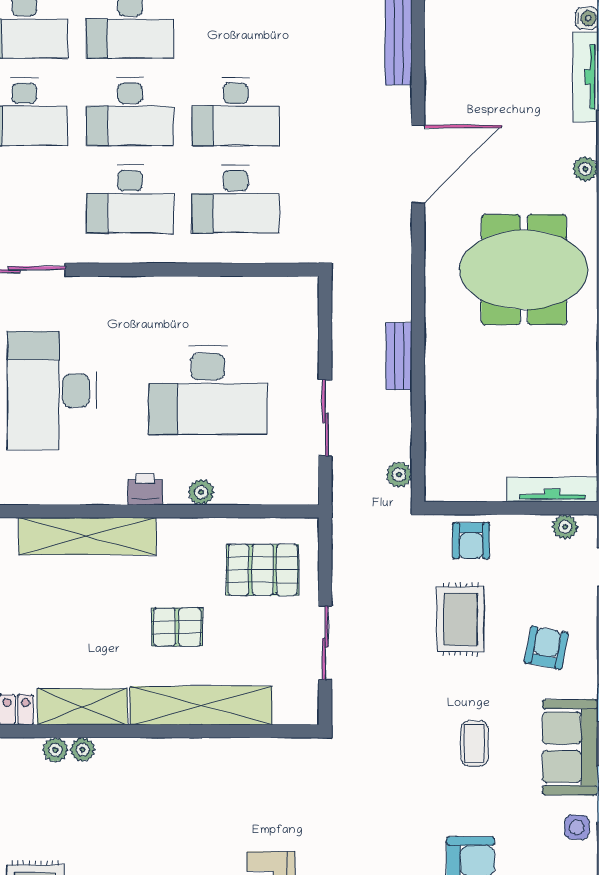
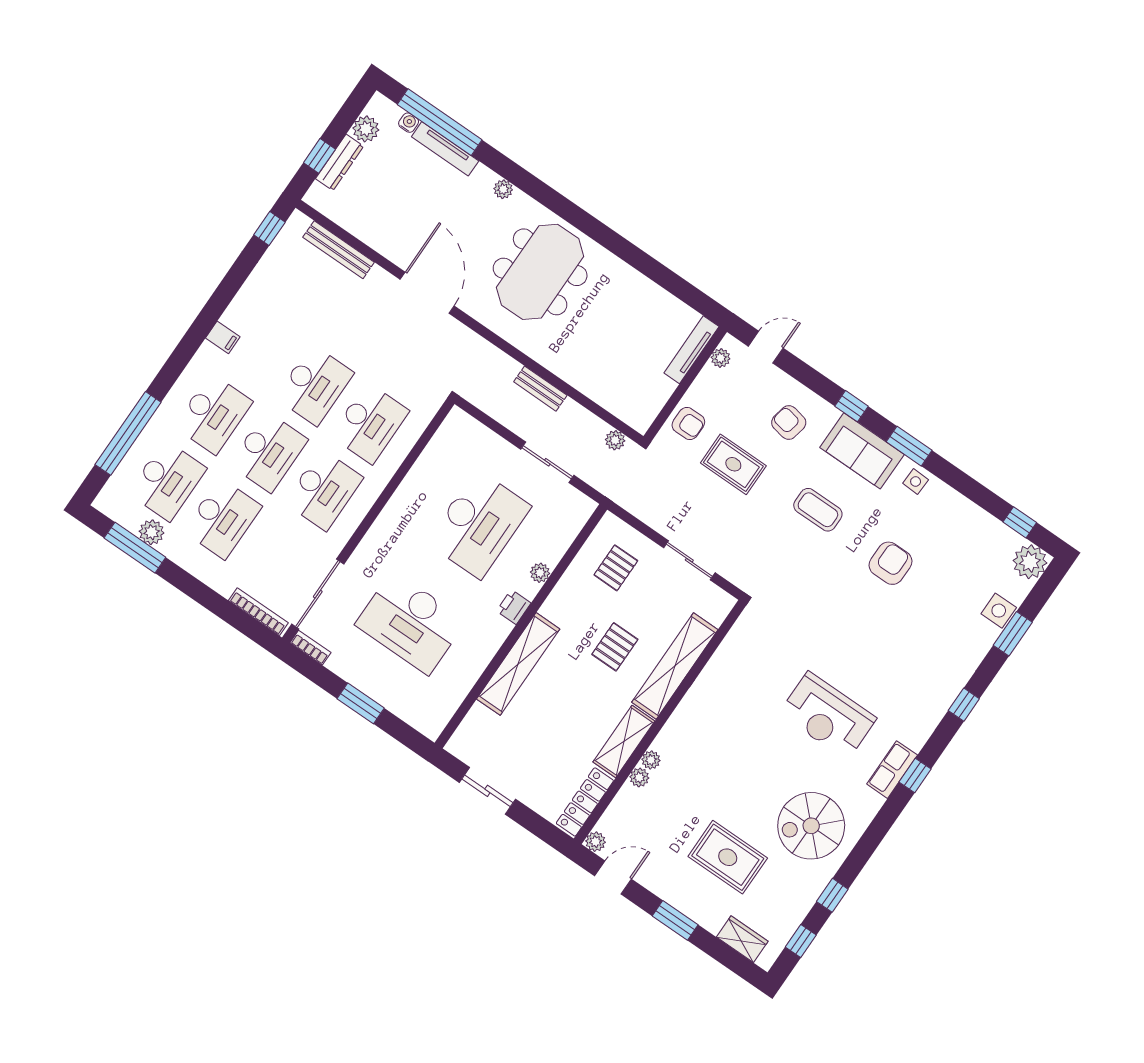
pallet: (263, 570) -> (616, 568), width x0.67, depth x0.71
coffee table: (474, 743) -> (818, 510), width x1.36, depth x1.30

